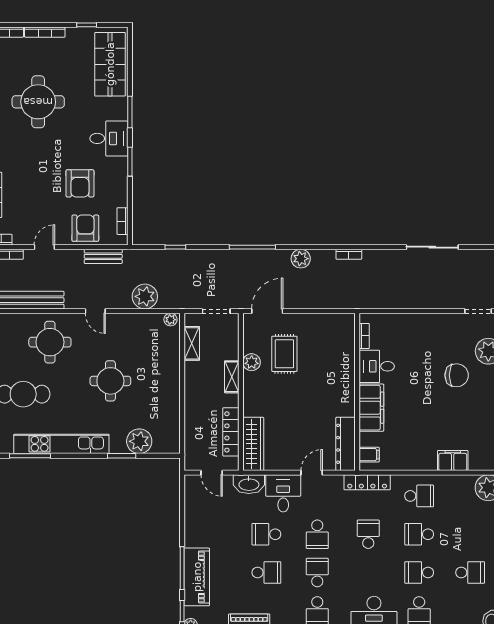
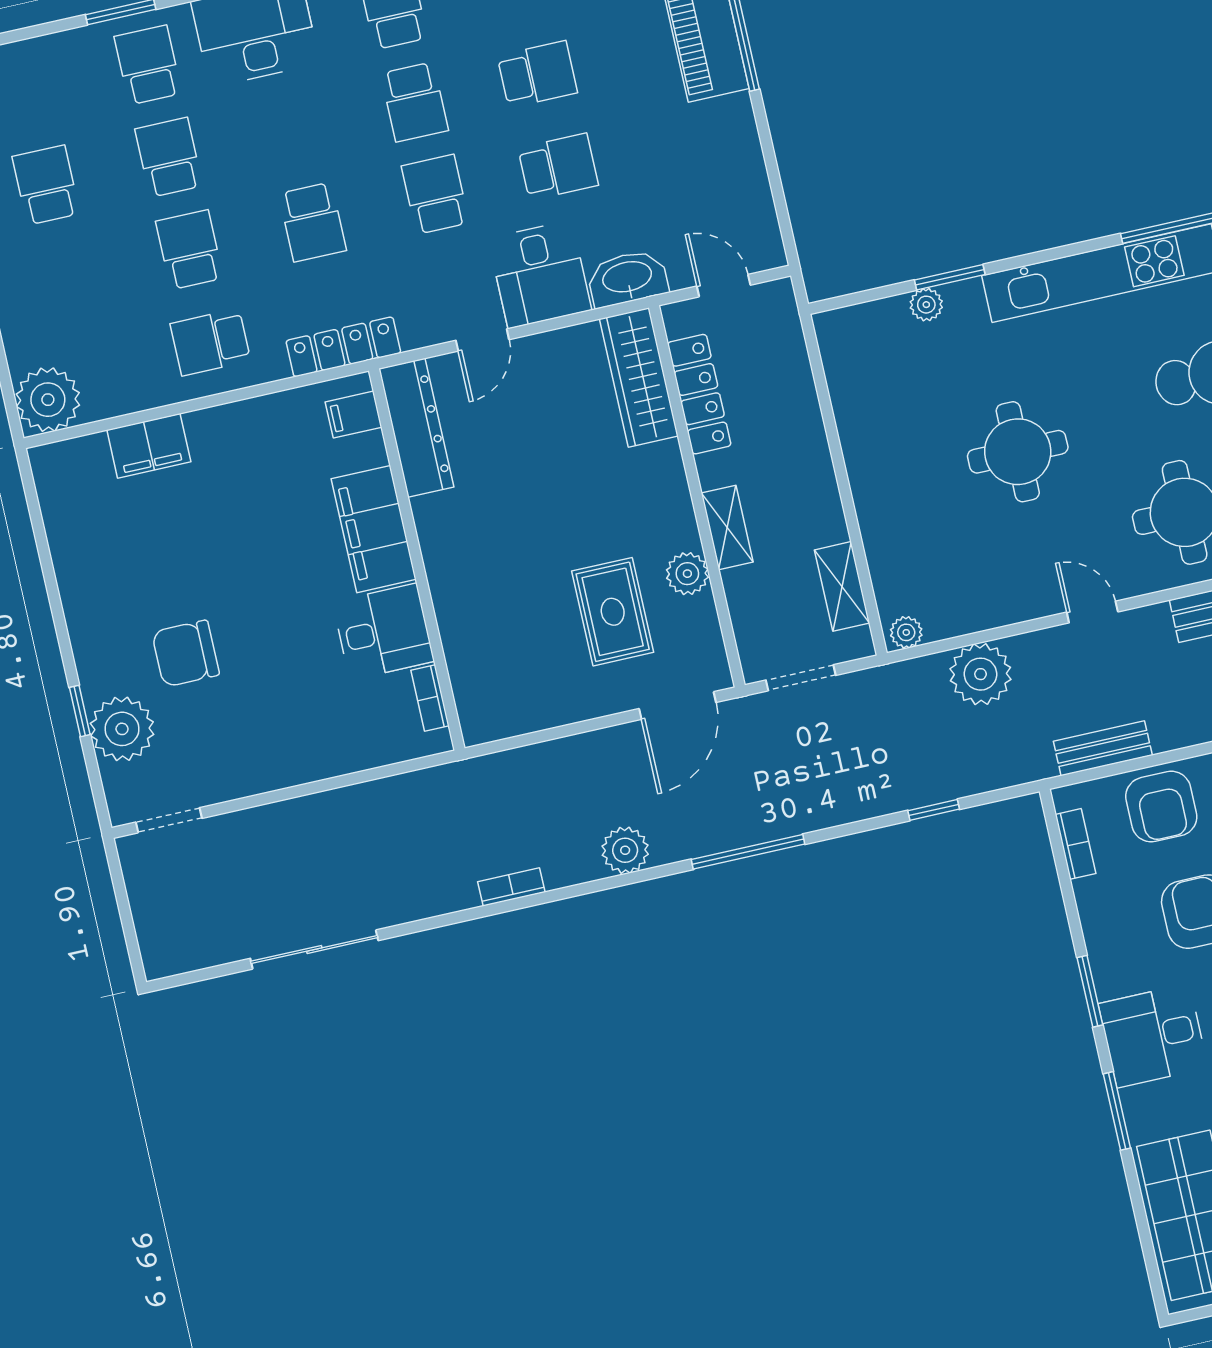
plant: (139, 441) -> (926, 305), width x0.53, depth x0.53
school desk: (419, 534) -> (190, 250), turned -90
school desk: (266, 573) -> (537, 74), turned 180
school desk: (419, 573) -> (169, 157), turned -90
school desk: (470, 573) -> (46, 185), turned 90

